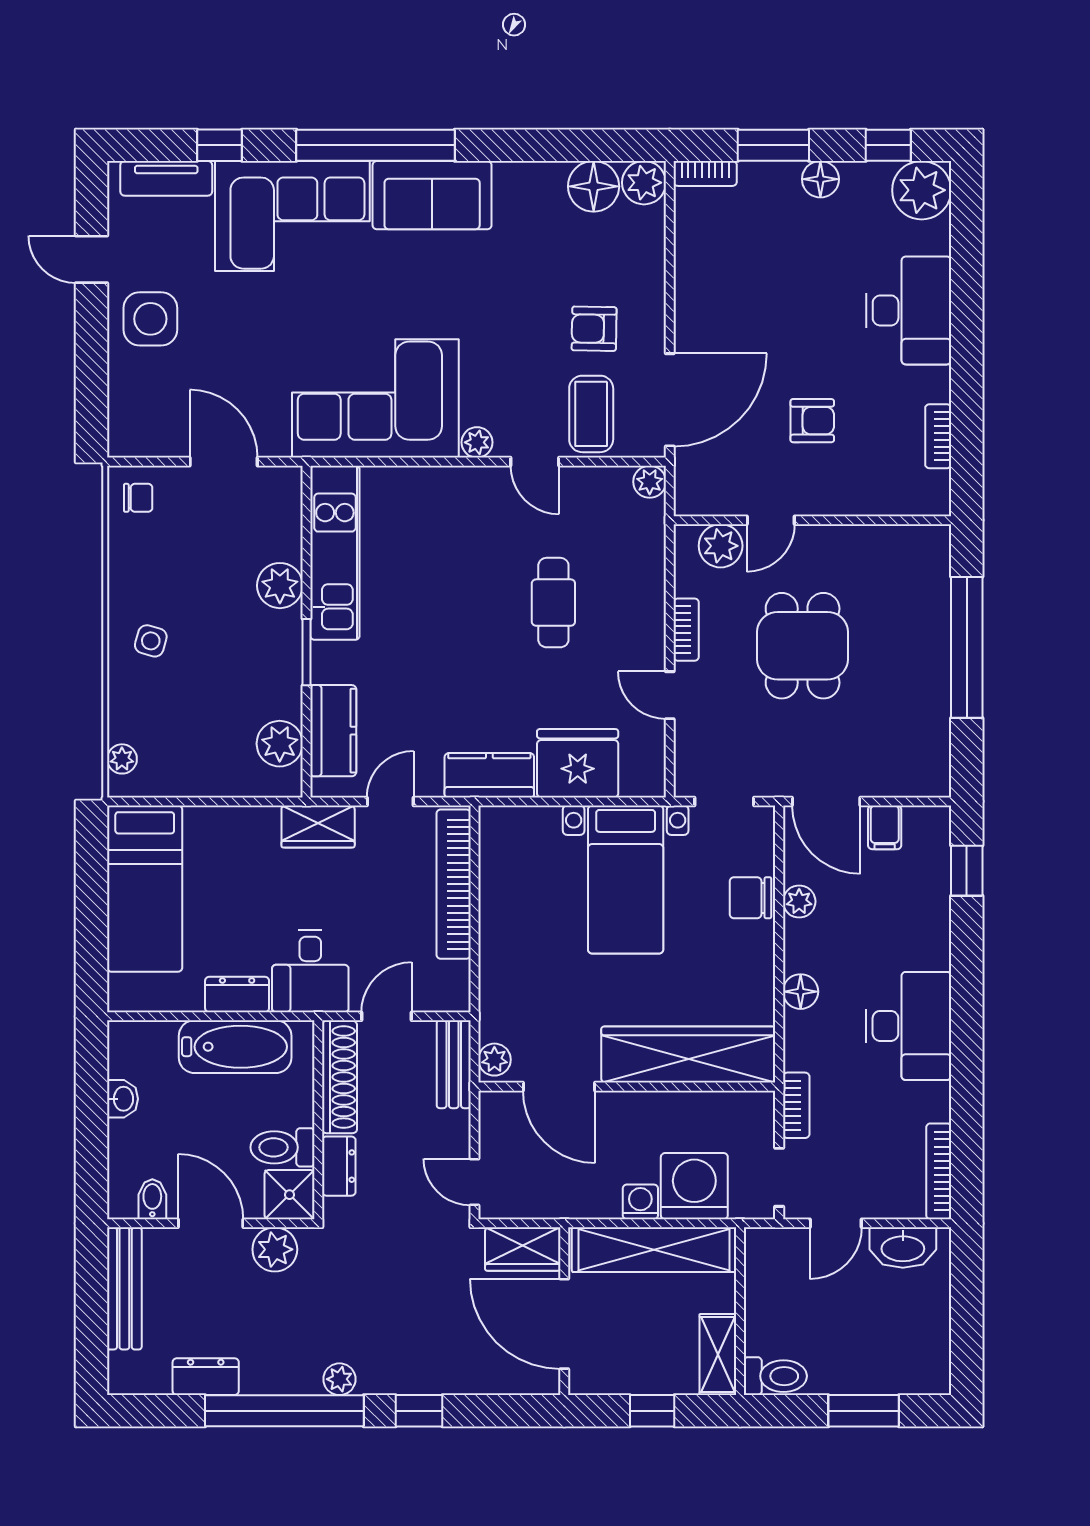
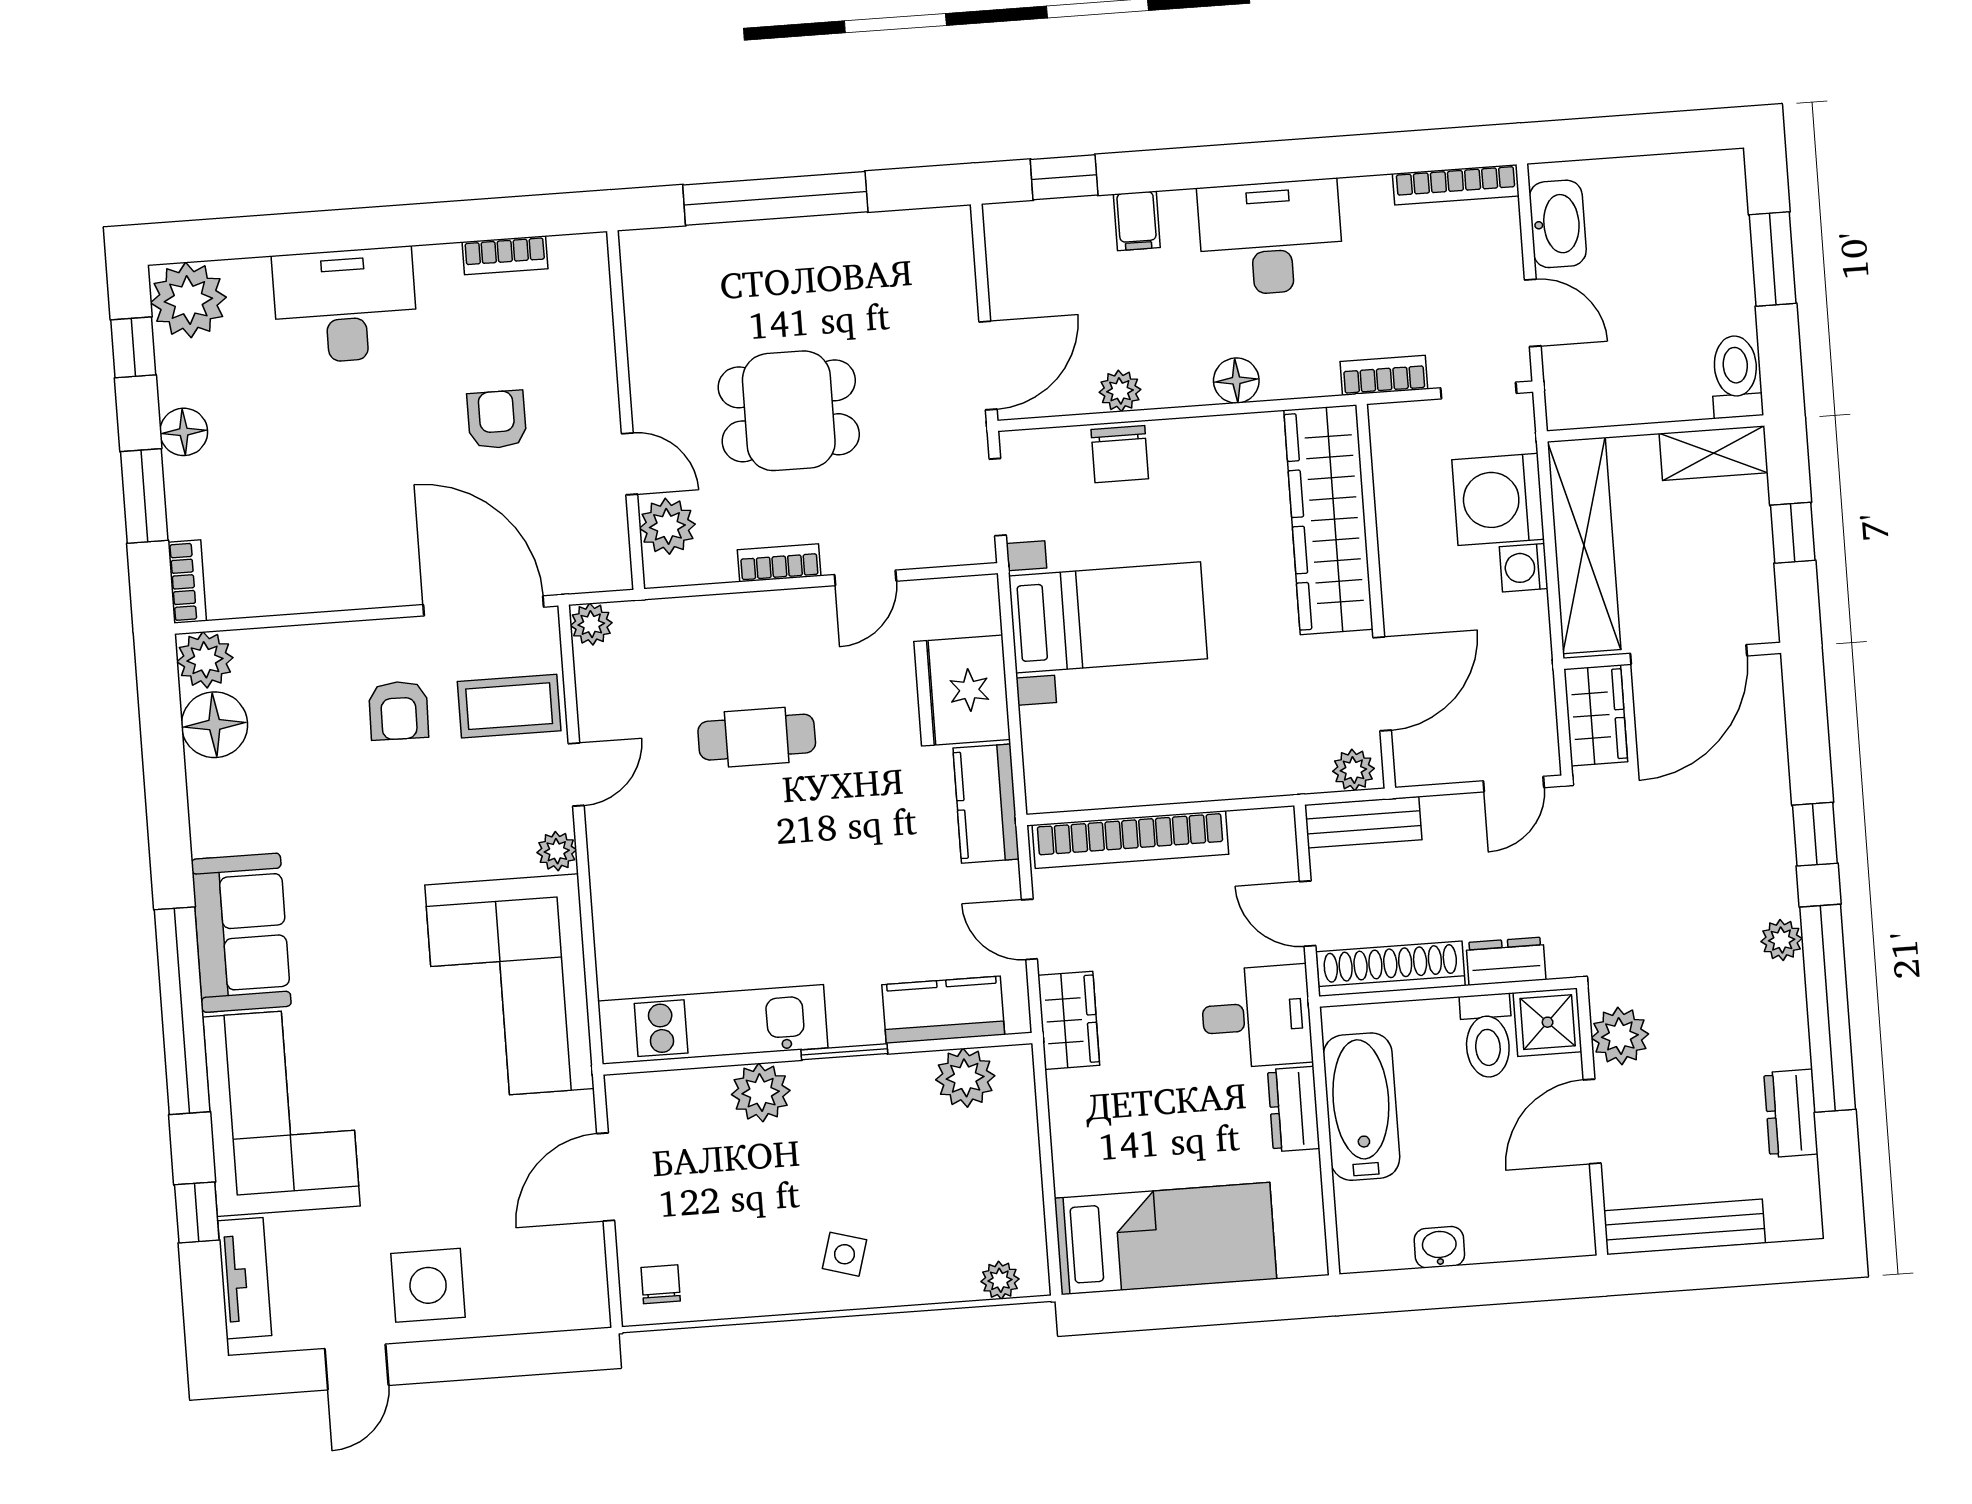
filing cabinet: (885, 827) -> (1137, 221), moved, turned 90
bidet: (152, 1199) -> (1567, 1199), removed

